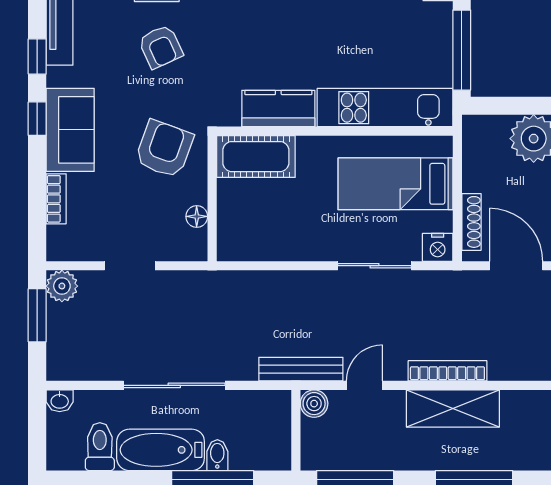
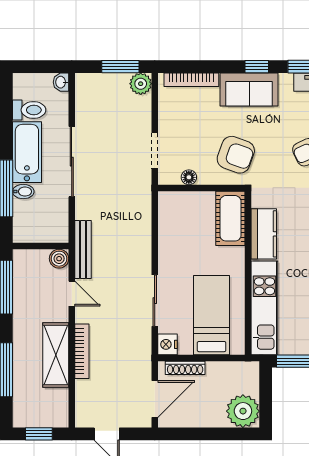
bookcase: (56, 199) -> (191, 80), width x1.56
doorway: (130, 266) -> (155, 151), moved

